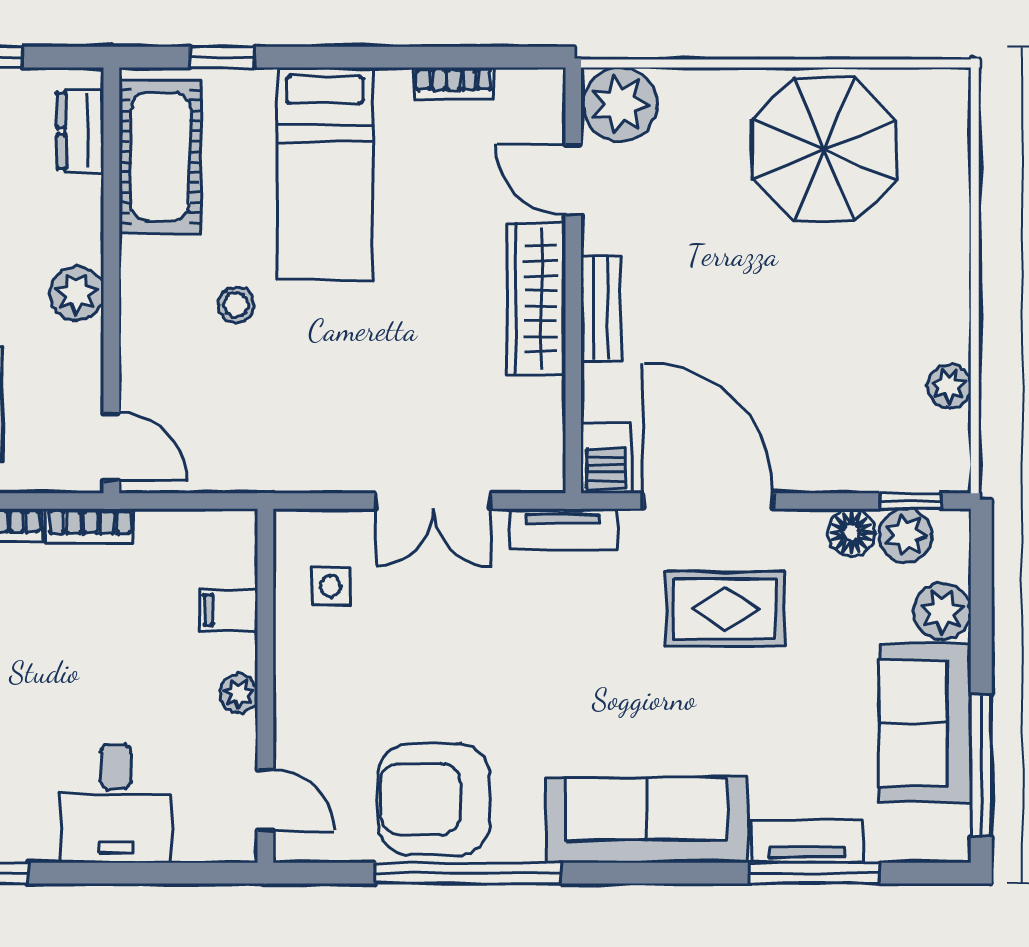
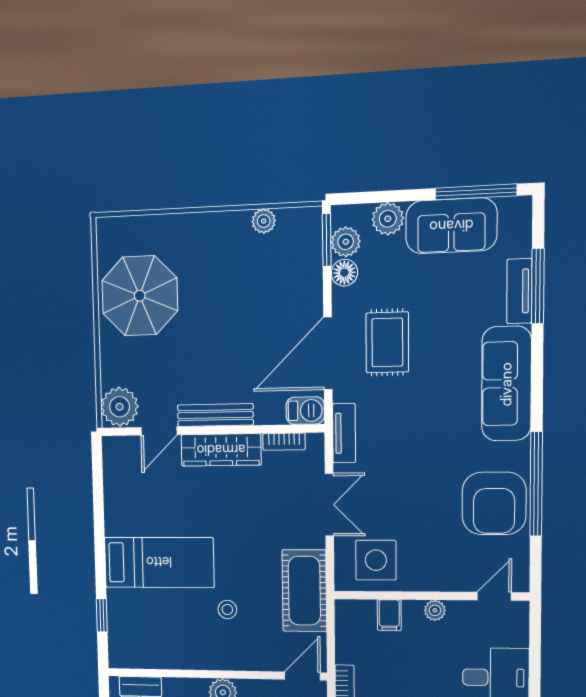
bookcase: (454, 83) -> (284, 442), moved, turned 90
cot: (160, 157) -> (304, 591), moved, turned 90
bench: (601, 308) -> (215, 415), width x1.36
window: (910, 501) -> (327, 240), width x1.50
side table: (331, 586) -> (376, 560), width x1.87, depth x1.87

